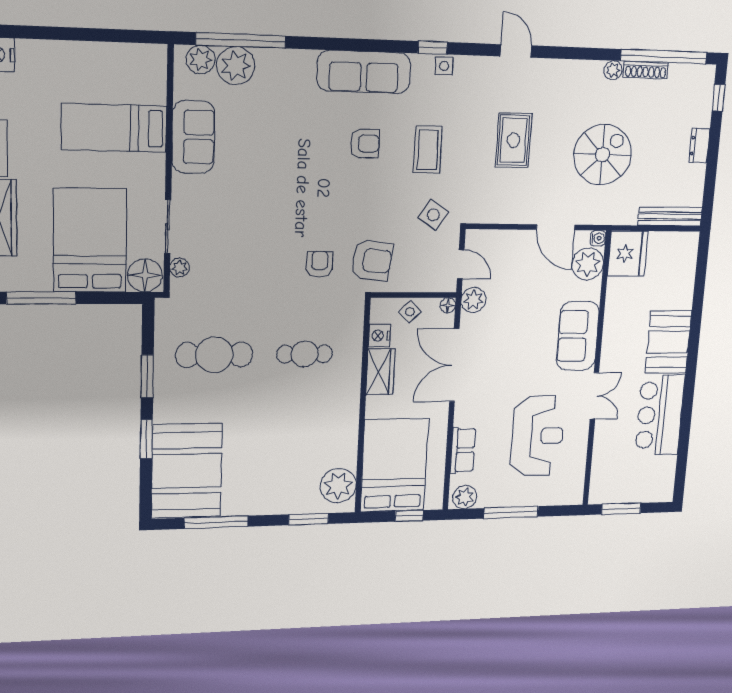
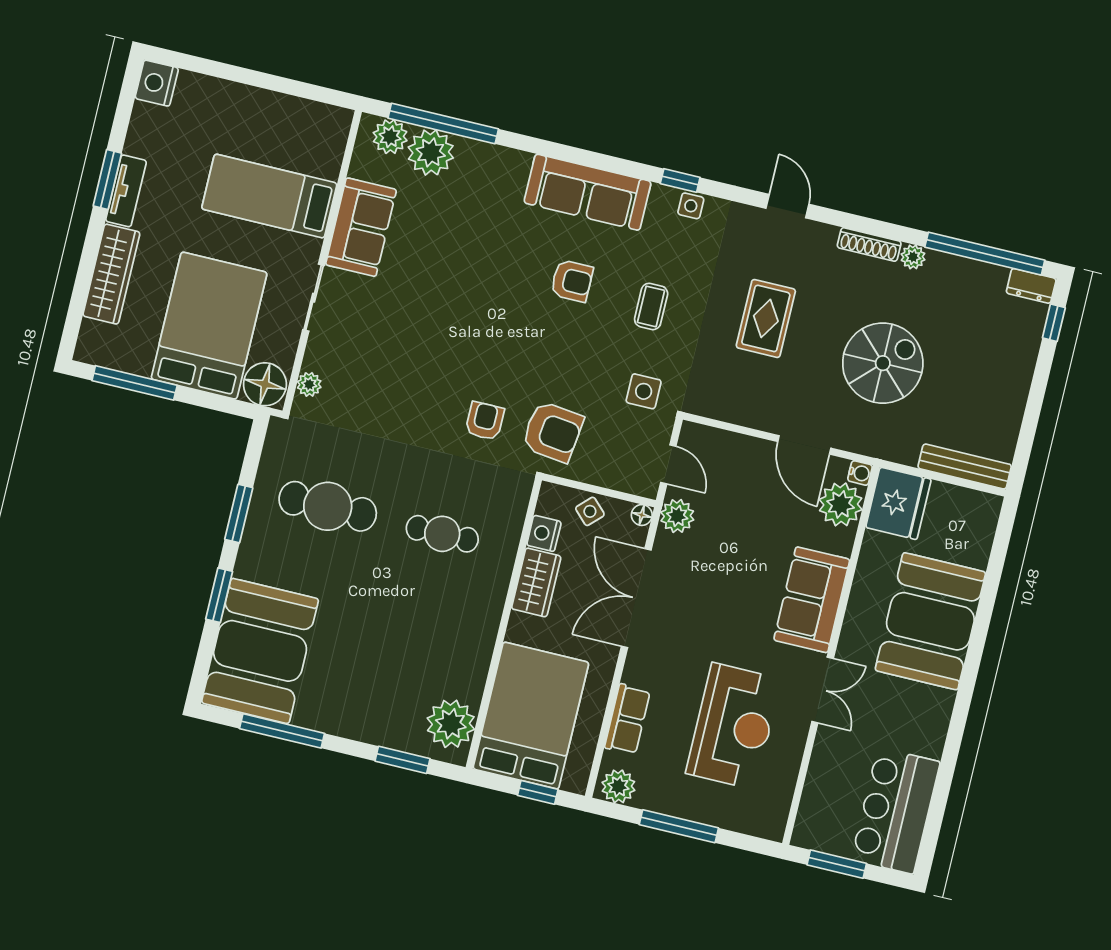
shoe rack: (646, 70) -> (869, 244), moved
dresser: (699, 146) -> (1031, 286), moved, turned -90
coffee table: (428, 150) -> (651, 306), width x0.73, depth x0.77
side table: (433, 215) -> (644, 391), turned -33
sliding door: (168, 227) -> (314, 298), moved
booth: (668, 342) -> (930, 621), width x1.36, depth x1.42
bar counter: (660, 415) -> (896, 811), moved

